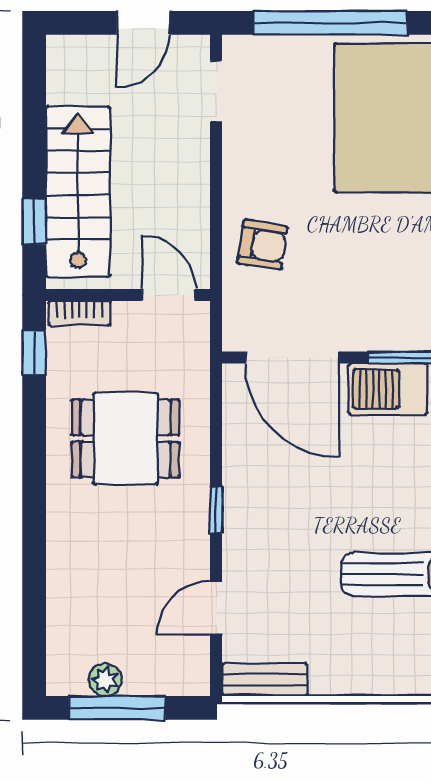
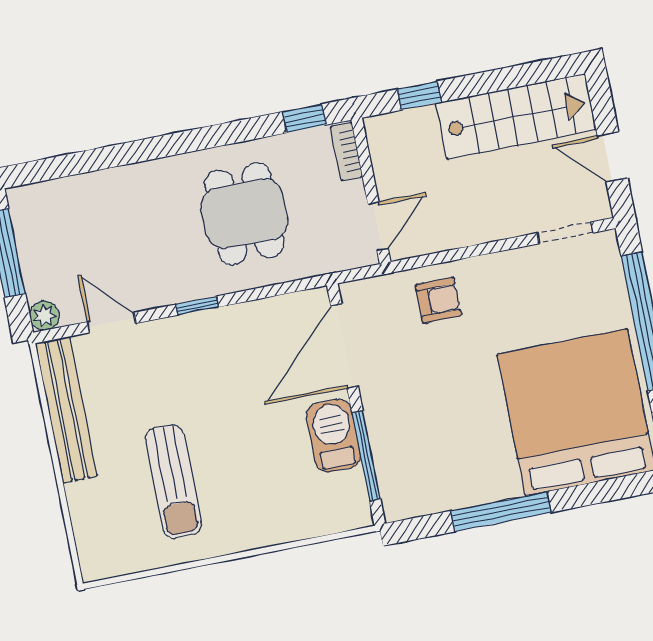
stairs: (78, 192) -> (516, 117), moved
armchair: (262, 245) -> (438, 300), turned -99
plant: (105, 680) -> (44, 316), moved
bench: (265, 680) -> (66, 410), width x1.86, depth x1.21

